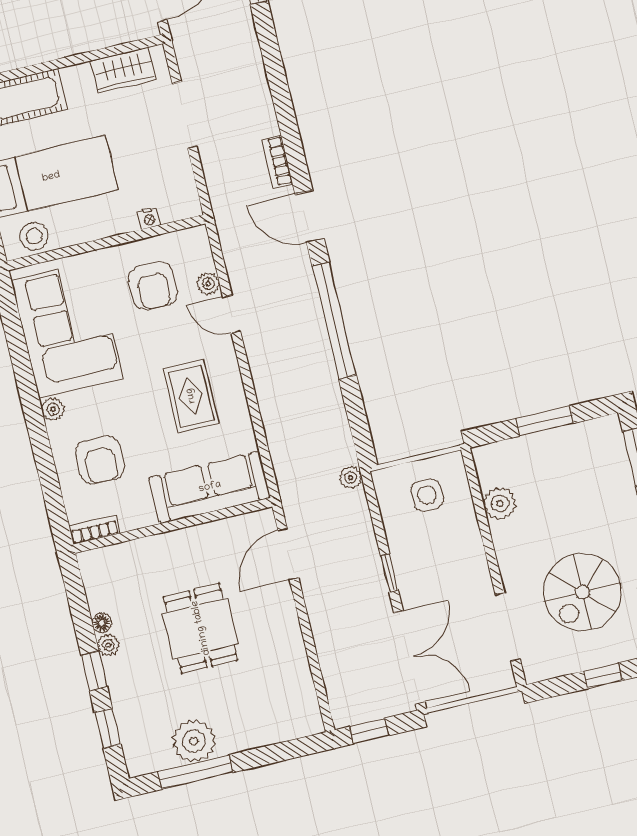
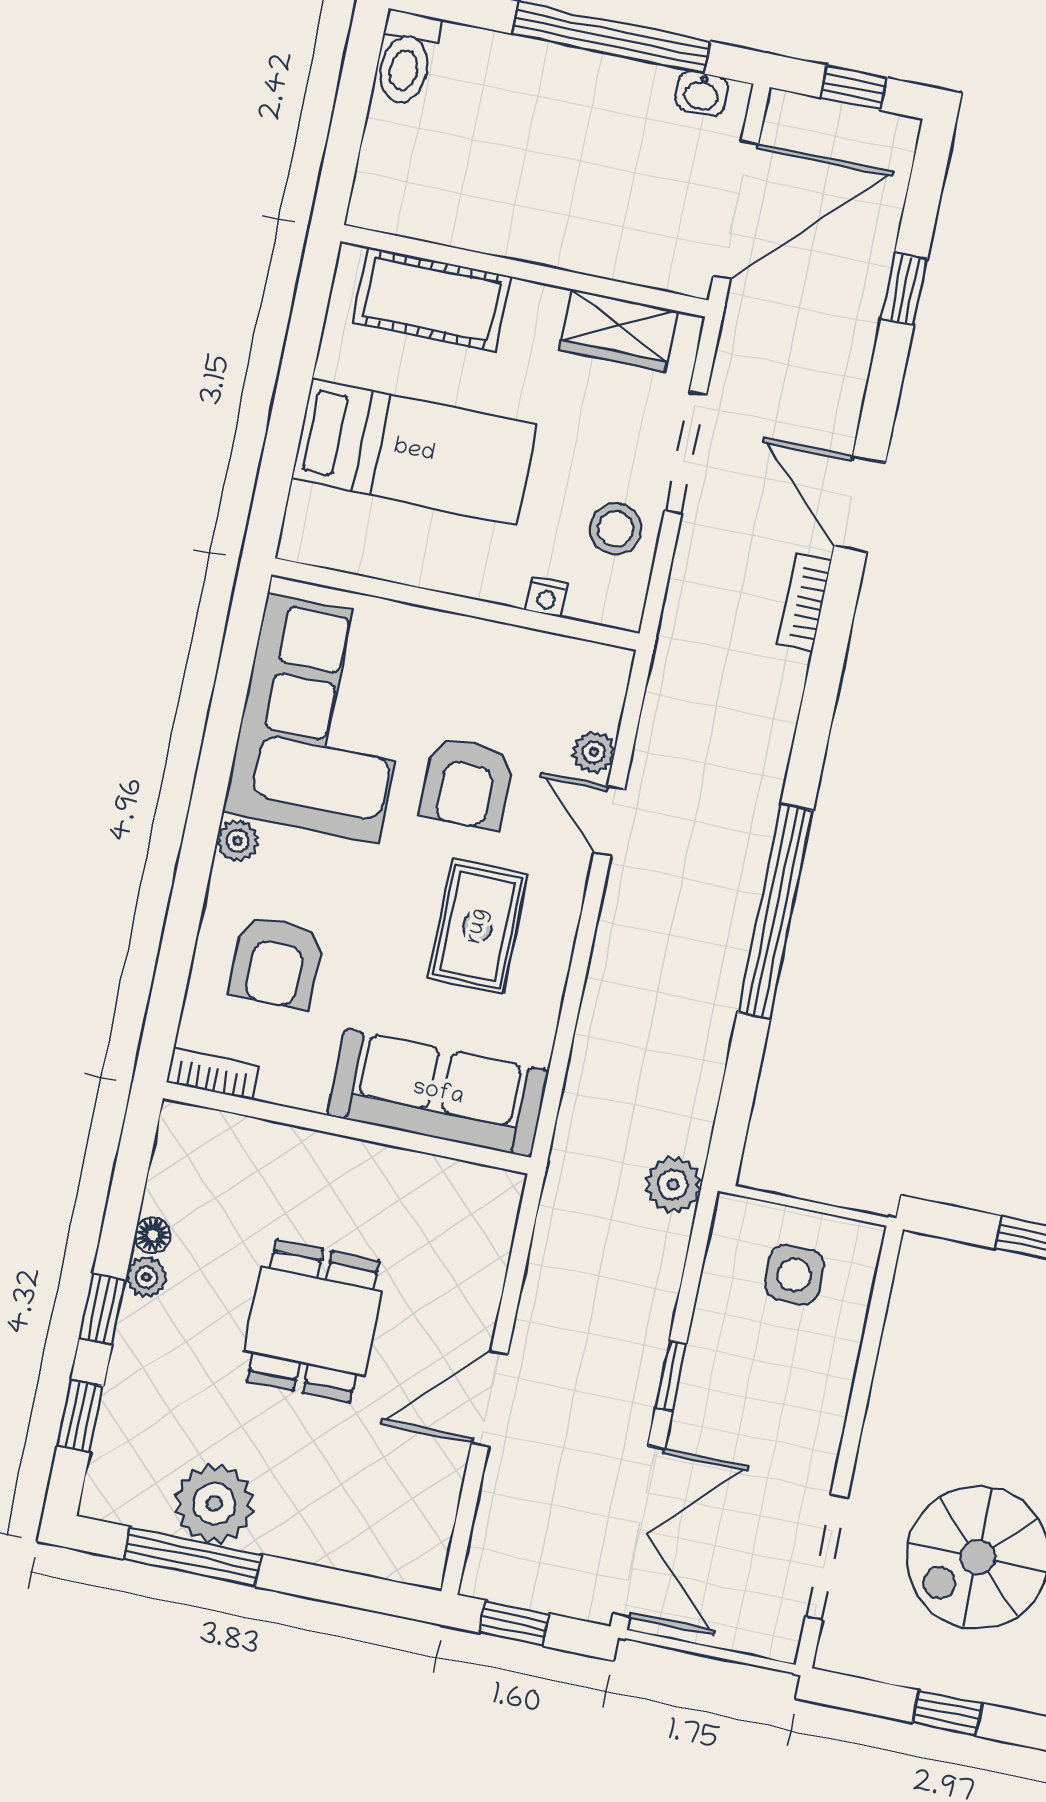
door: (310, 217) -> (860, 504), moved
stool: (34, 236) -> (616, 529), moved
armchair: (153, 286) -> (467, 783), moved
plant: (351, 478) -> (673, 1185), width x1.38, depth x1.38
plant: (500, 504) -> (909, 1346), removed
door: (288, 554) -> (490, 1398), moved

